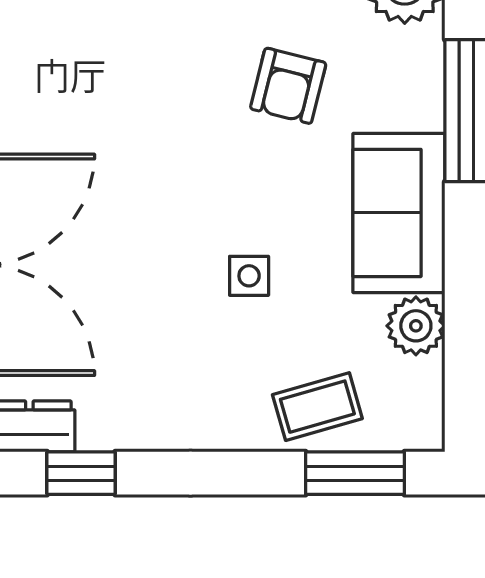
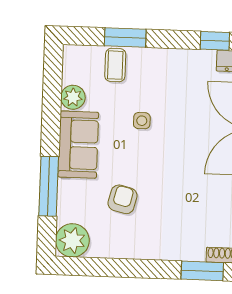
coffee table: (317, 407) -> (115, 65), turned -74
window: (355, 473) -> (125, 38), moved

